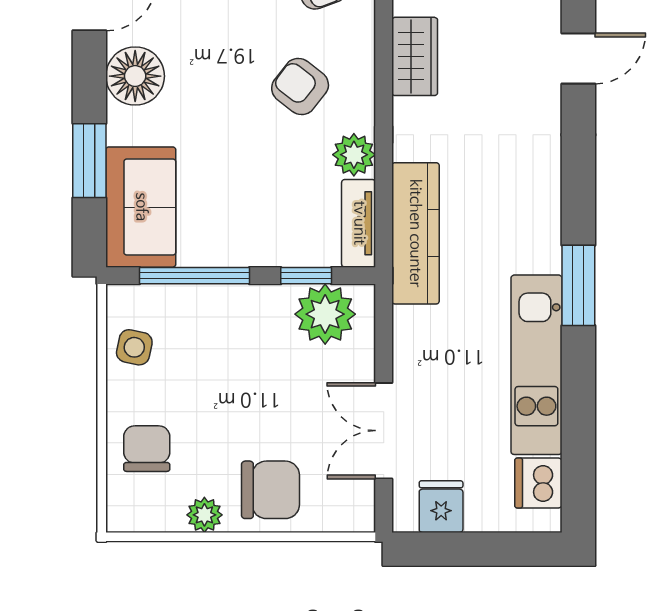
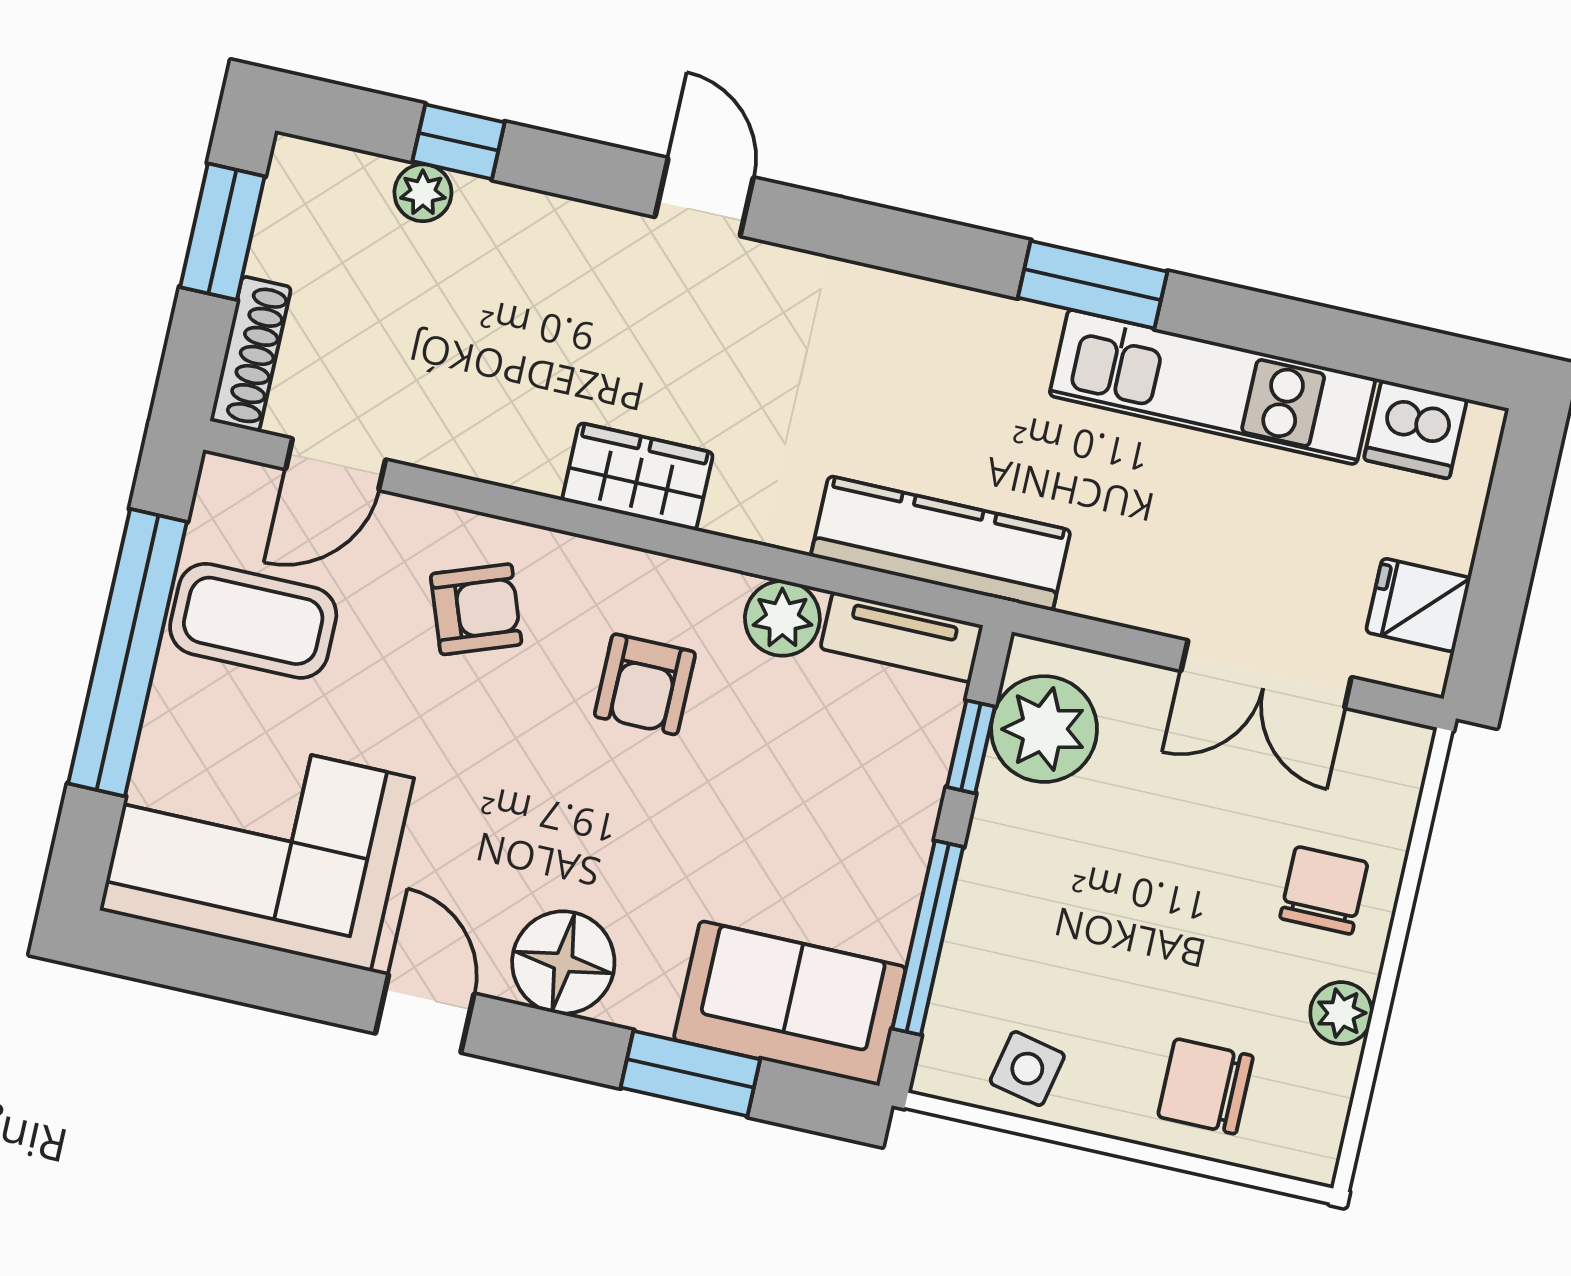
armchair: (300, 86) -> (645, 684), turned -38
chair: (271, 490) -> (1324, 890), width x0.73, depth x0.73

